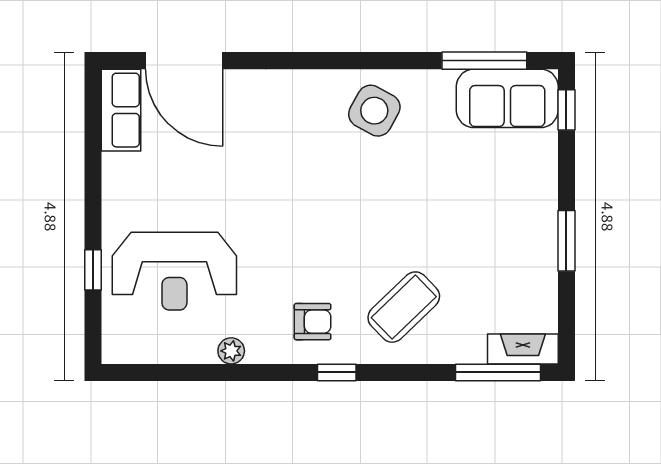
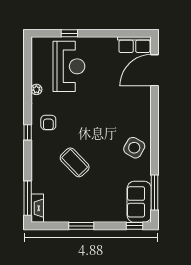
reception desk: (174, 271) -> (69, 66), turned 180
coffee table: (404, 307) -> (75, 162), moved

